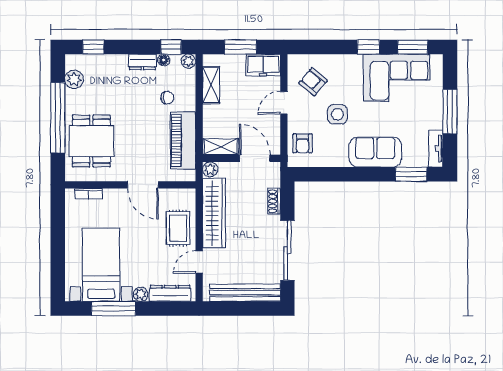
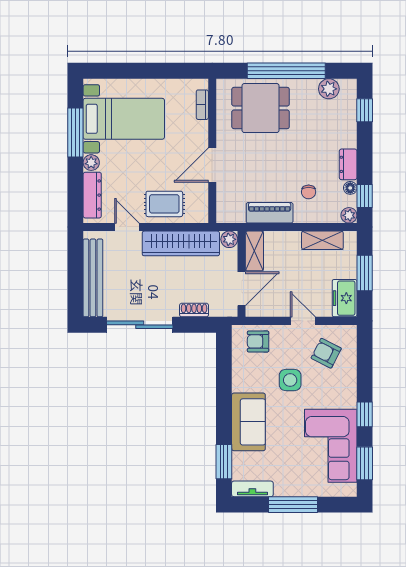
armchair: (313, 82) -> (326, 353), turned -103
piano: (183, 141) -> (270, 213), width x0.73, depth x0.75

